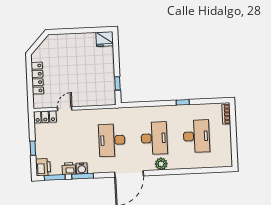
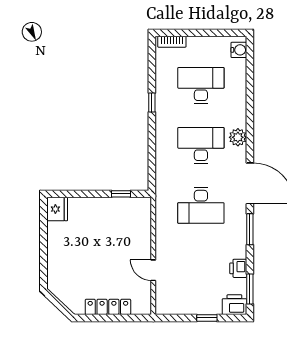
locker: (45, 117) -> (163, 298), removed
water cooler: (82, 168) -> (239, 50), moved
window: (83, 176) -> (250, 229), moved

